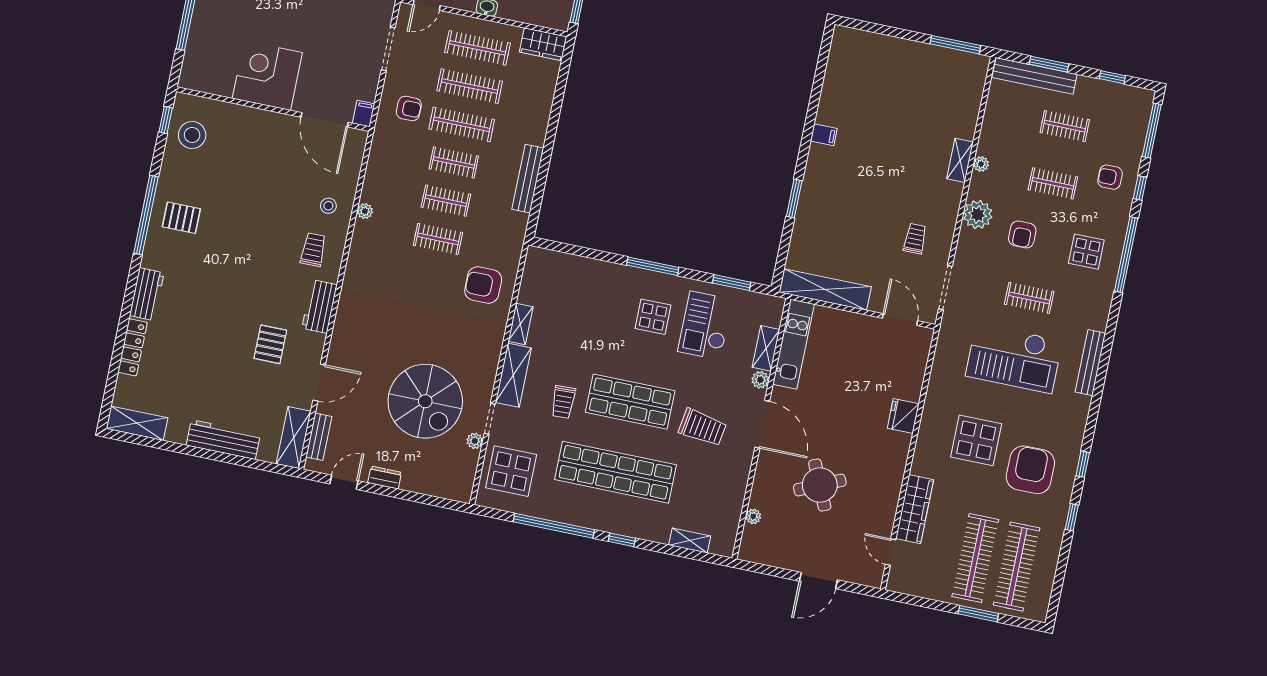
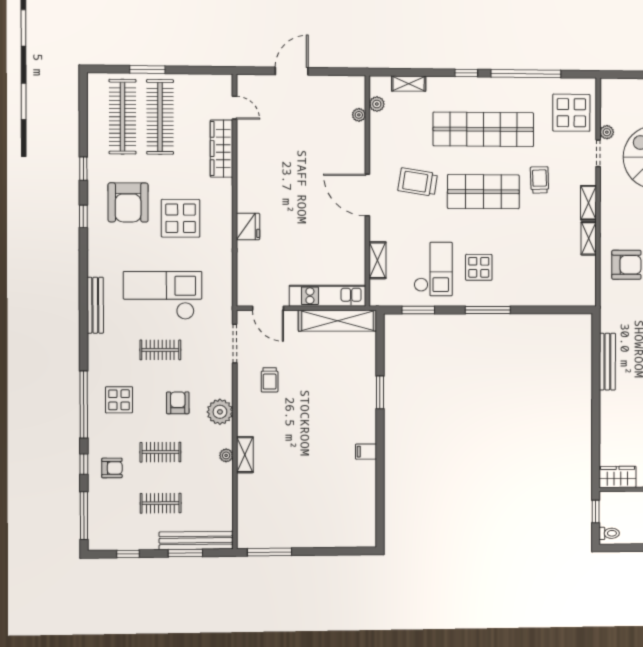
kitchen unit: (794, 344) -> (327, 296), moved, turned 90
shelving: (513, 375) -> (588, 203), width x0.67, depth x0.75
plant: (760, 380) -> (377, 104), moved
round table: (820, 485) -> (307, 153), removed

